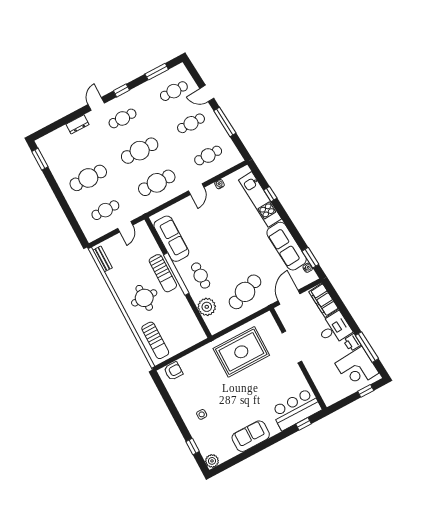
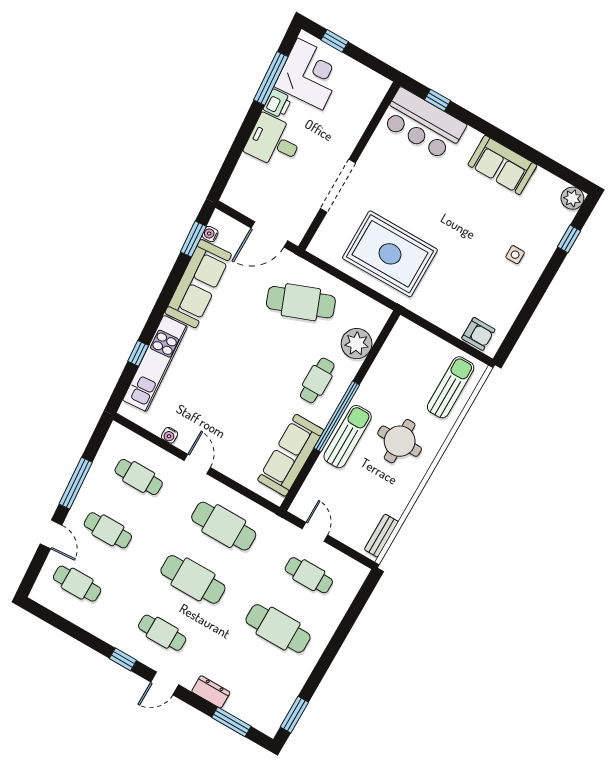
window: (157, 72) -> (231, 722), moved
door: (196, 189) -> (197, 464), hinge flipped
door: (125, 227) -> (315, 532), hinge flipped
filing cabinet: (324, 300) -> (243, 182), removed
armchair: (173, 371) -> (478, 334), turned 180

